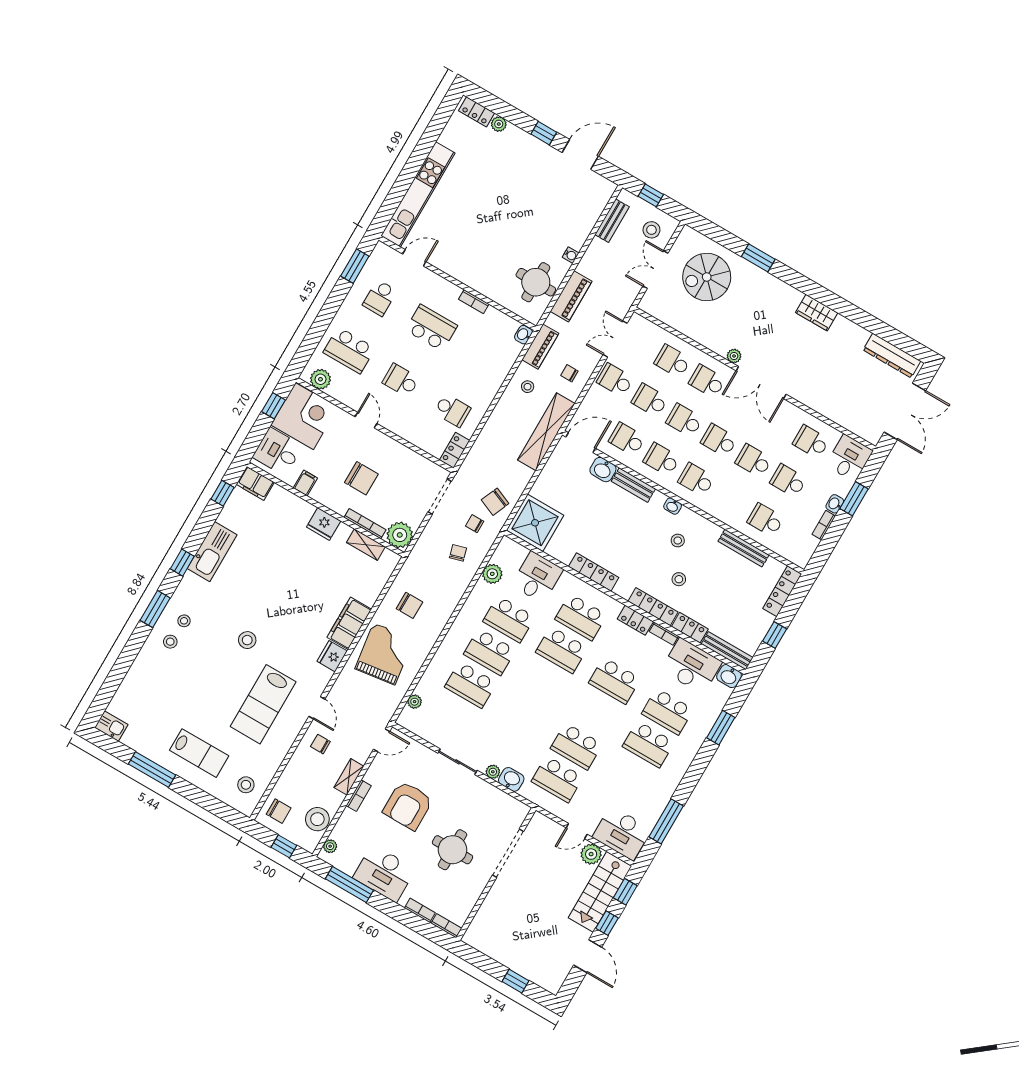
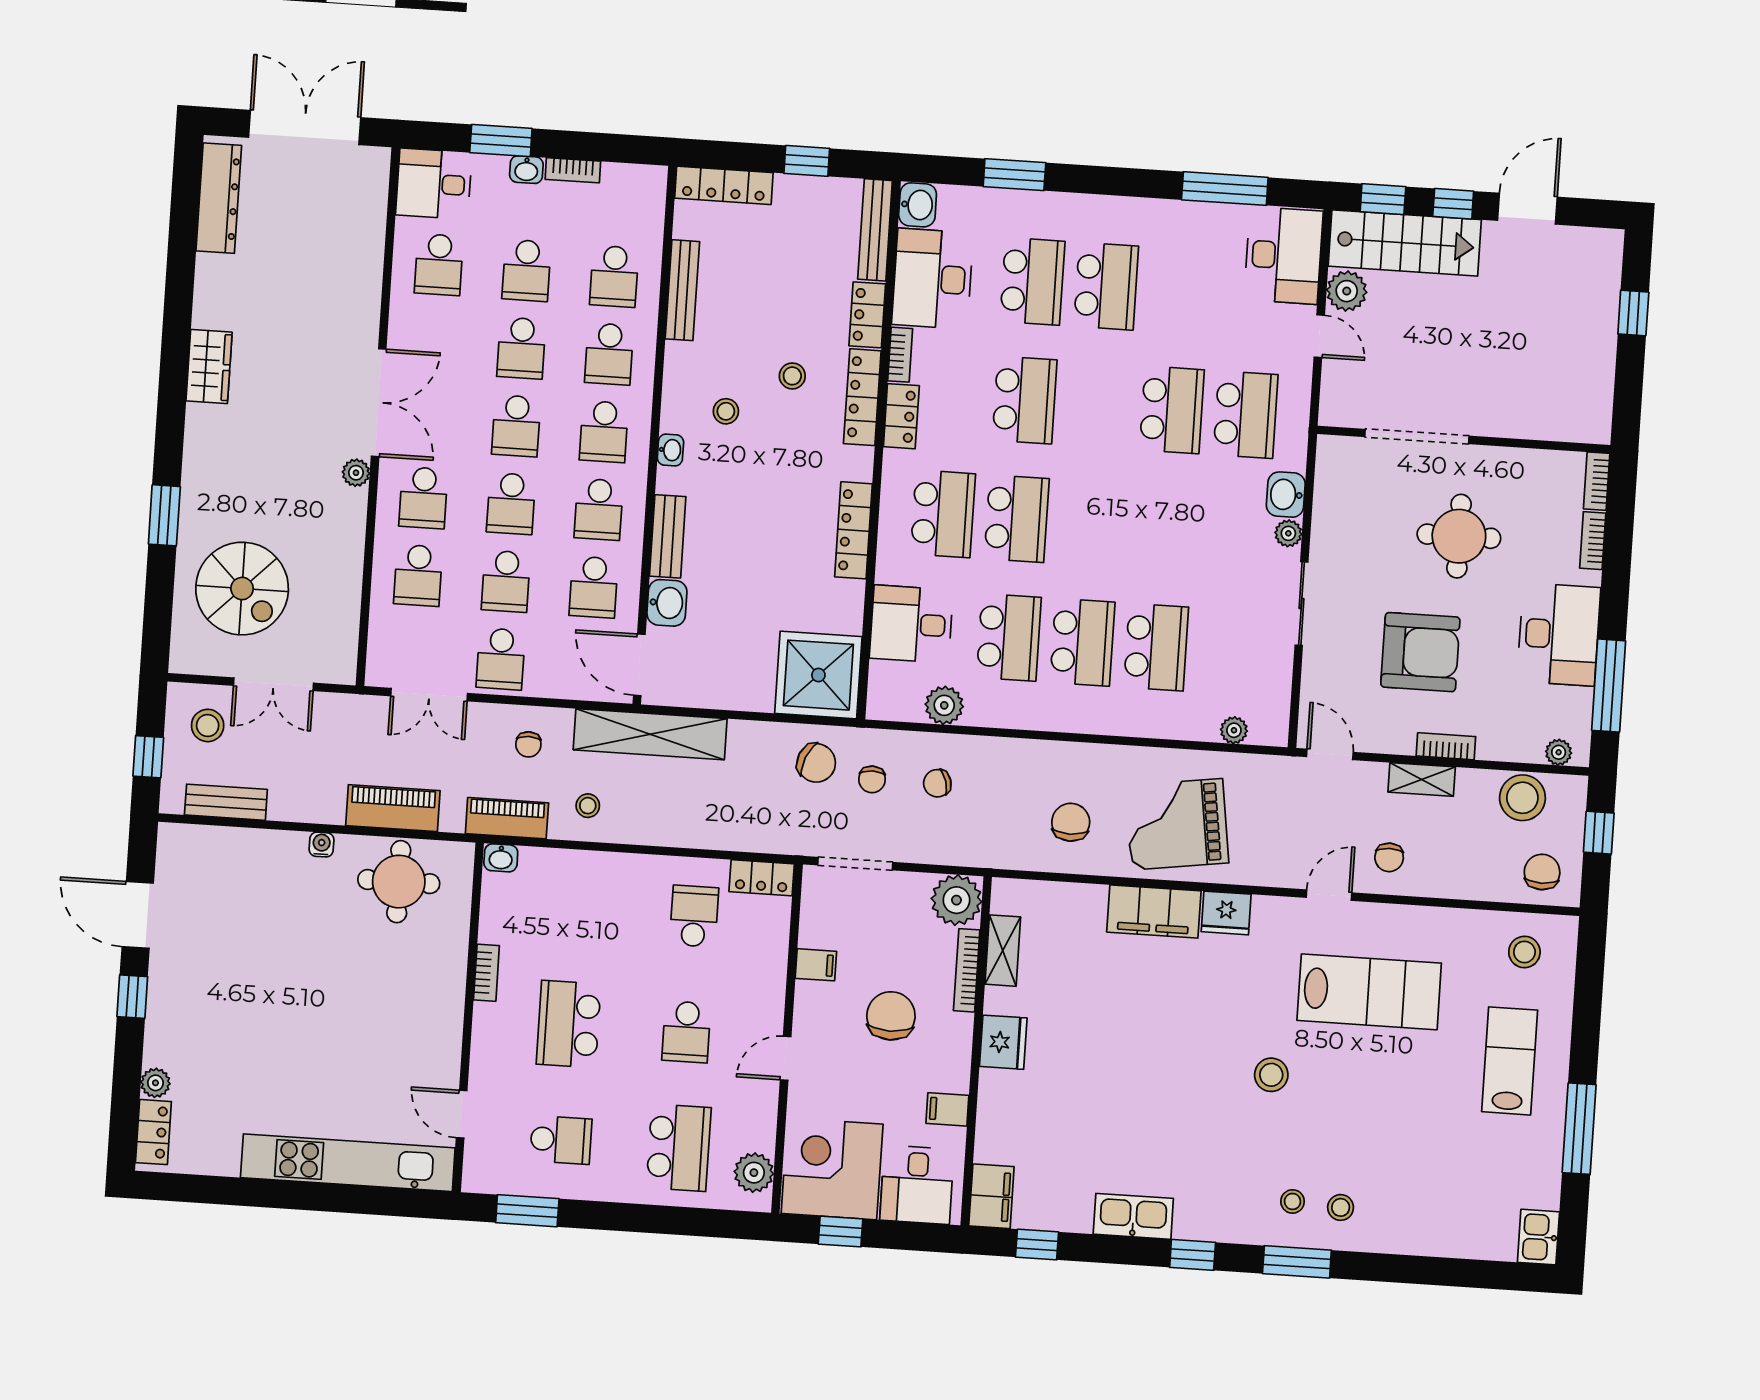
filing cabinet: (402, 455) -> (816, 965), added
school desk: (731, 500) -> (609, 354), added
kitchen sink: (212, 552) -> (1133, 1216), width x0.73, depth x0.81

